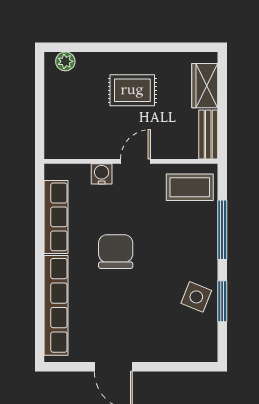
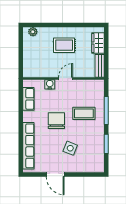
coffee table: (190, 187) -> (84, 113), moved
row of seats: (56, 217) -> (28, 99), width x0.68
side table: (196, 297) -> (70, 148), moved

